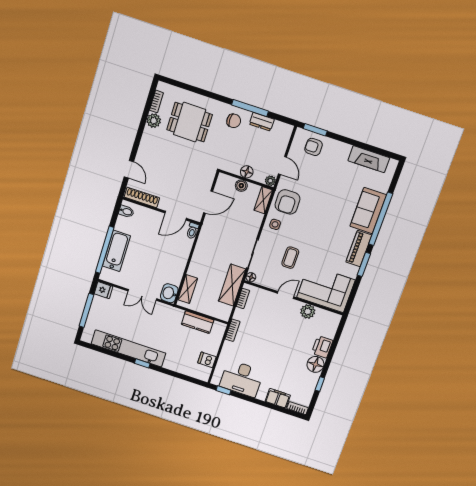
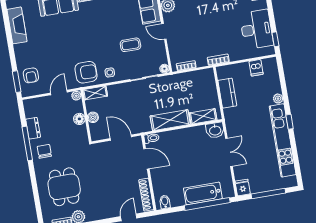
shelving: (232, 285) -> (170, 120), moved
plant: (169, 364) -> (278, 99), added

